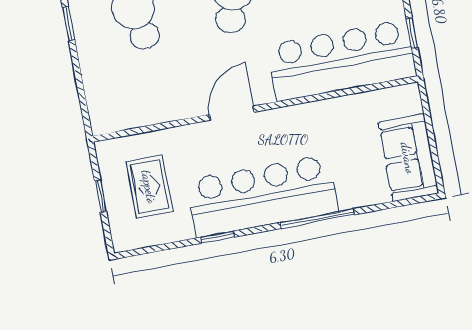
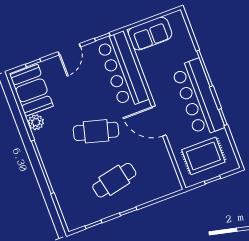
door: (232, 113) -> (159, 121), width x1.36
sofa: (408, 158) -> (150, 34), moved
rug: (149, 187) -> (203, 156), width x1.36, depth x1.43

